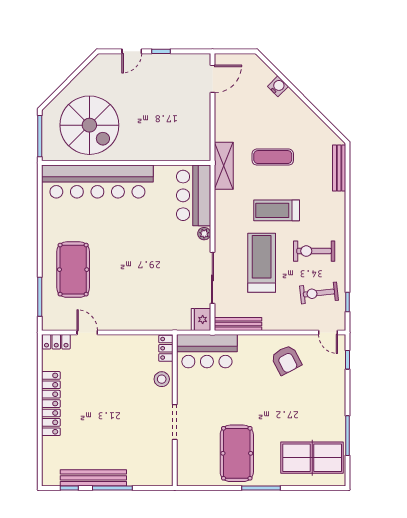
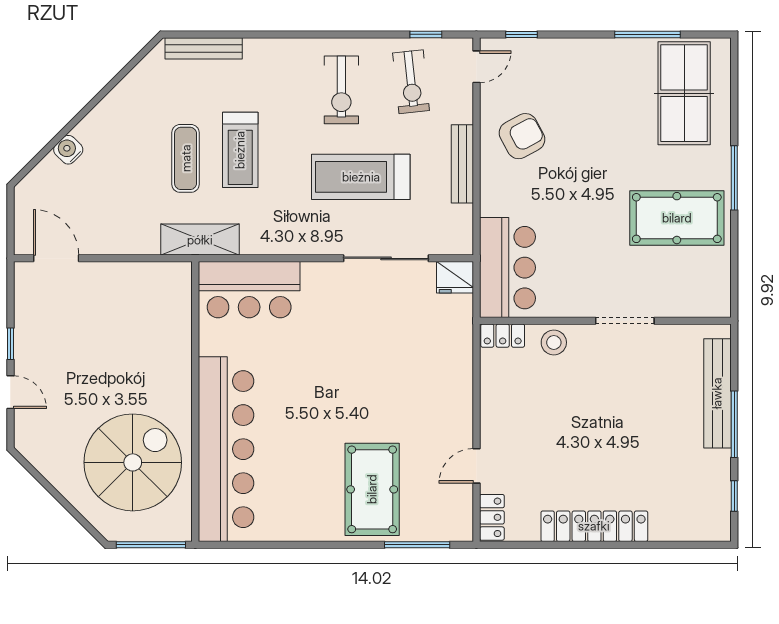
treadmill: (277, 210) -> (240, 150), moved
plant: (204, 234) -> (313, 272), removed
pool table: (73, 270) -> (372, 489), turned 90
bench: (238, 324) -> (462, 164), moved
bench: (93, 478) -> (717, 393), moved

